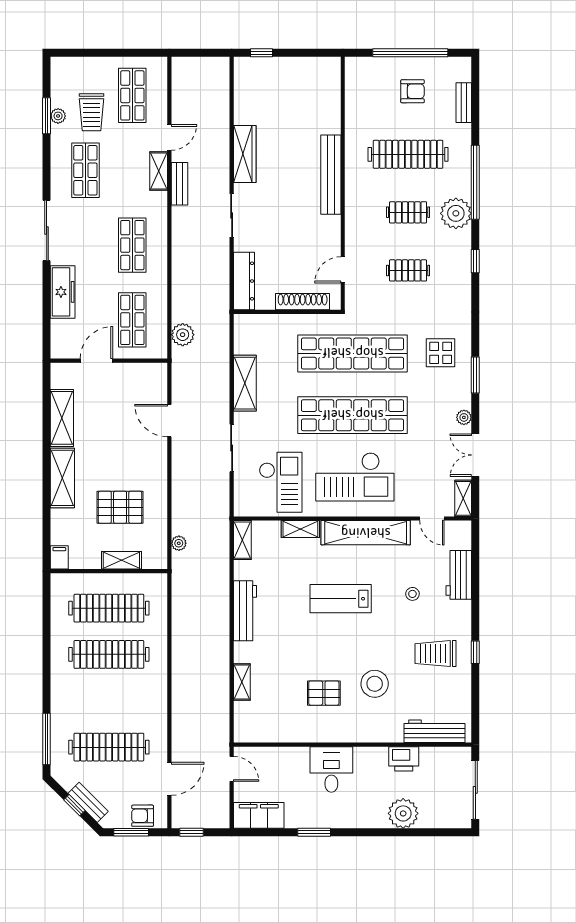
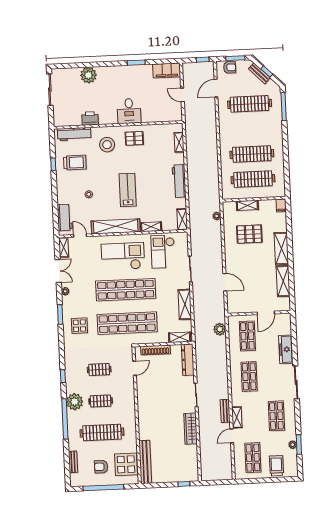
display table: (367, 94) -> (126, 464), added
trolley: (92, 112) -> (276, 466), moved
bench: (331, 175) -> (145, 462), moved
shelving: (257, 323) -> (180, 337), added
workbench: (459, 575) -> (65, 217), moved
lab bench: (341, 599) -> (128, 190), turned -90
workbench: (434, 731) -> (74, 134), moved
wall: (353, 745) -> (118, 125), moved
printer: (404, 759) -> (90, 118), moved
desk: (331, 769) -> (129, 111), moved

